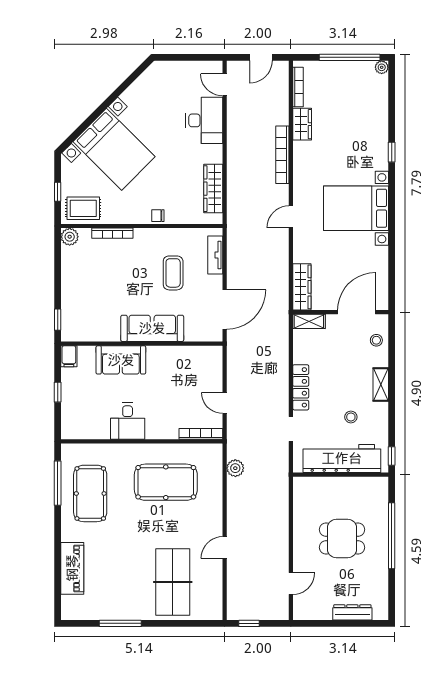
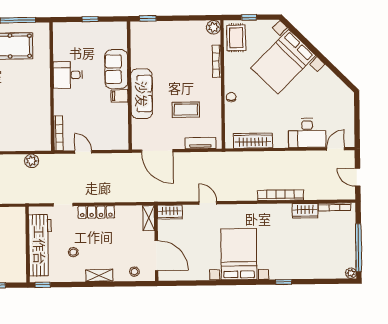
door: (291, 217) -> (208, 203), moved
wardrobe: (302, 287) -> (170, 212), width x0.67
filing cabinet: (69, 356) -> (120, 96), moved
door: (225, 403) -> (83, 152), hinge flipped
pool table: (166, 482) -> (20, 106), removed

